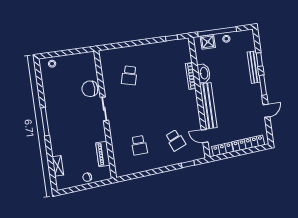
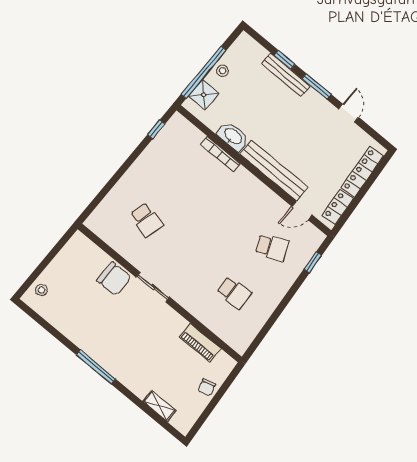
chair: (90, 89) -> (114, 279), turned -90

